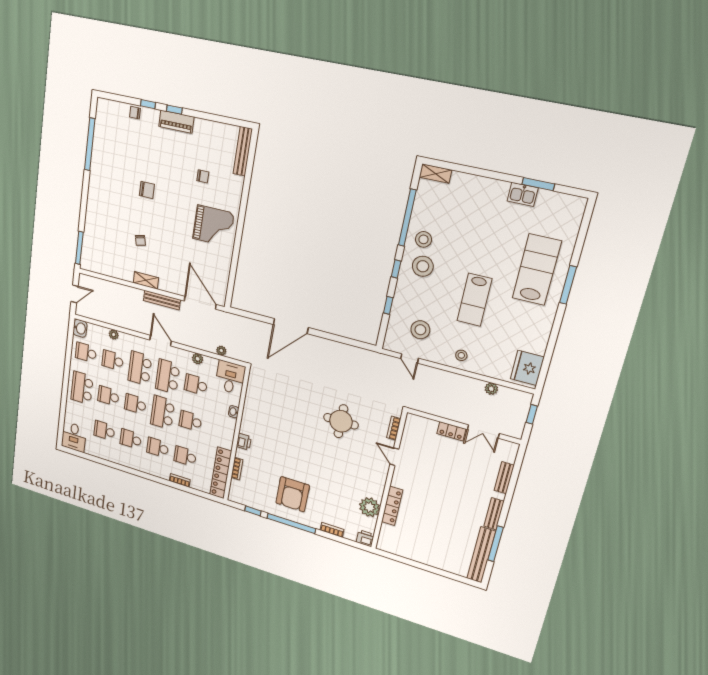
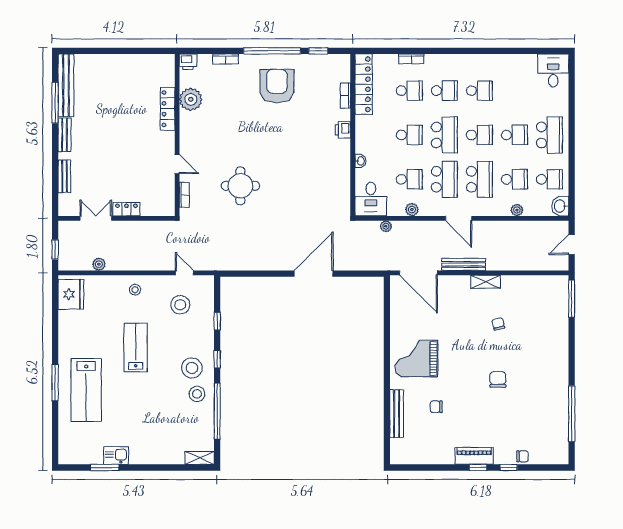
bench: (243, 151) -> (397, 414), moved
chair: (147, 190) -> (498, 379), turned 90
school desk: (104, 431) -> (514, 91), removed

